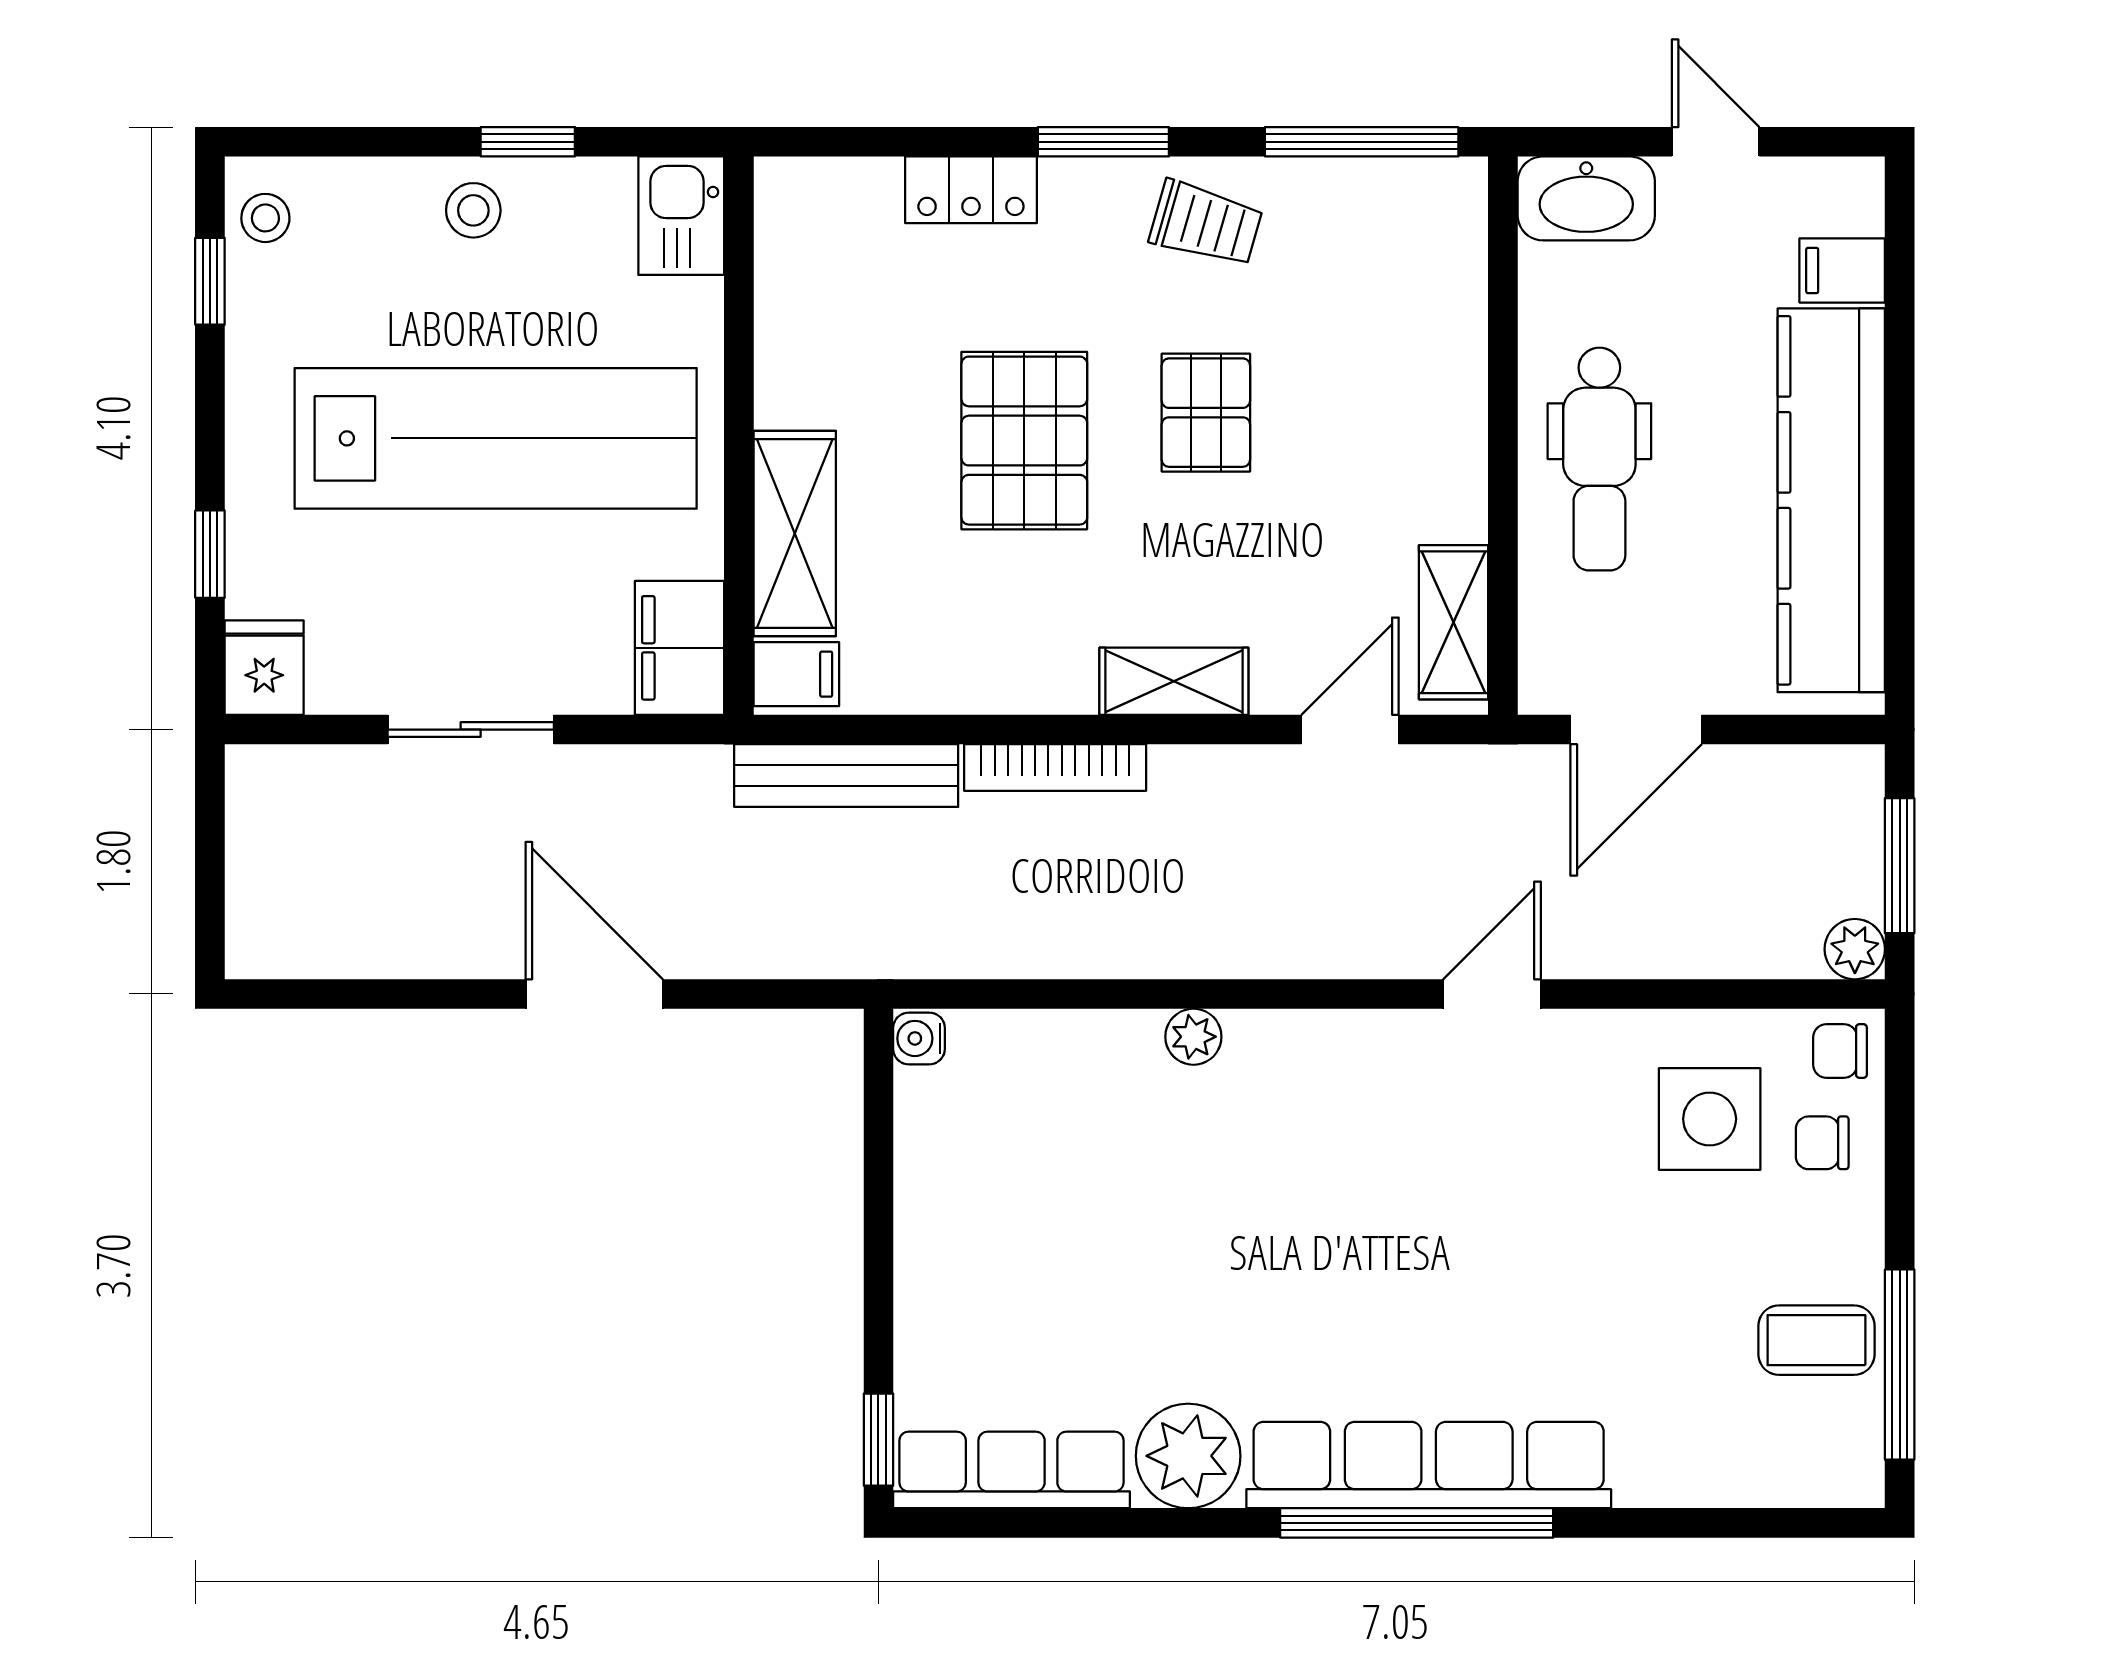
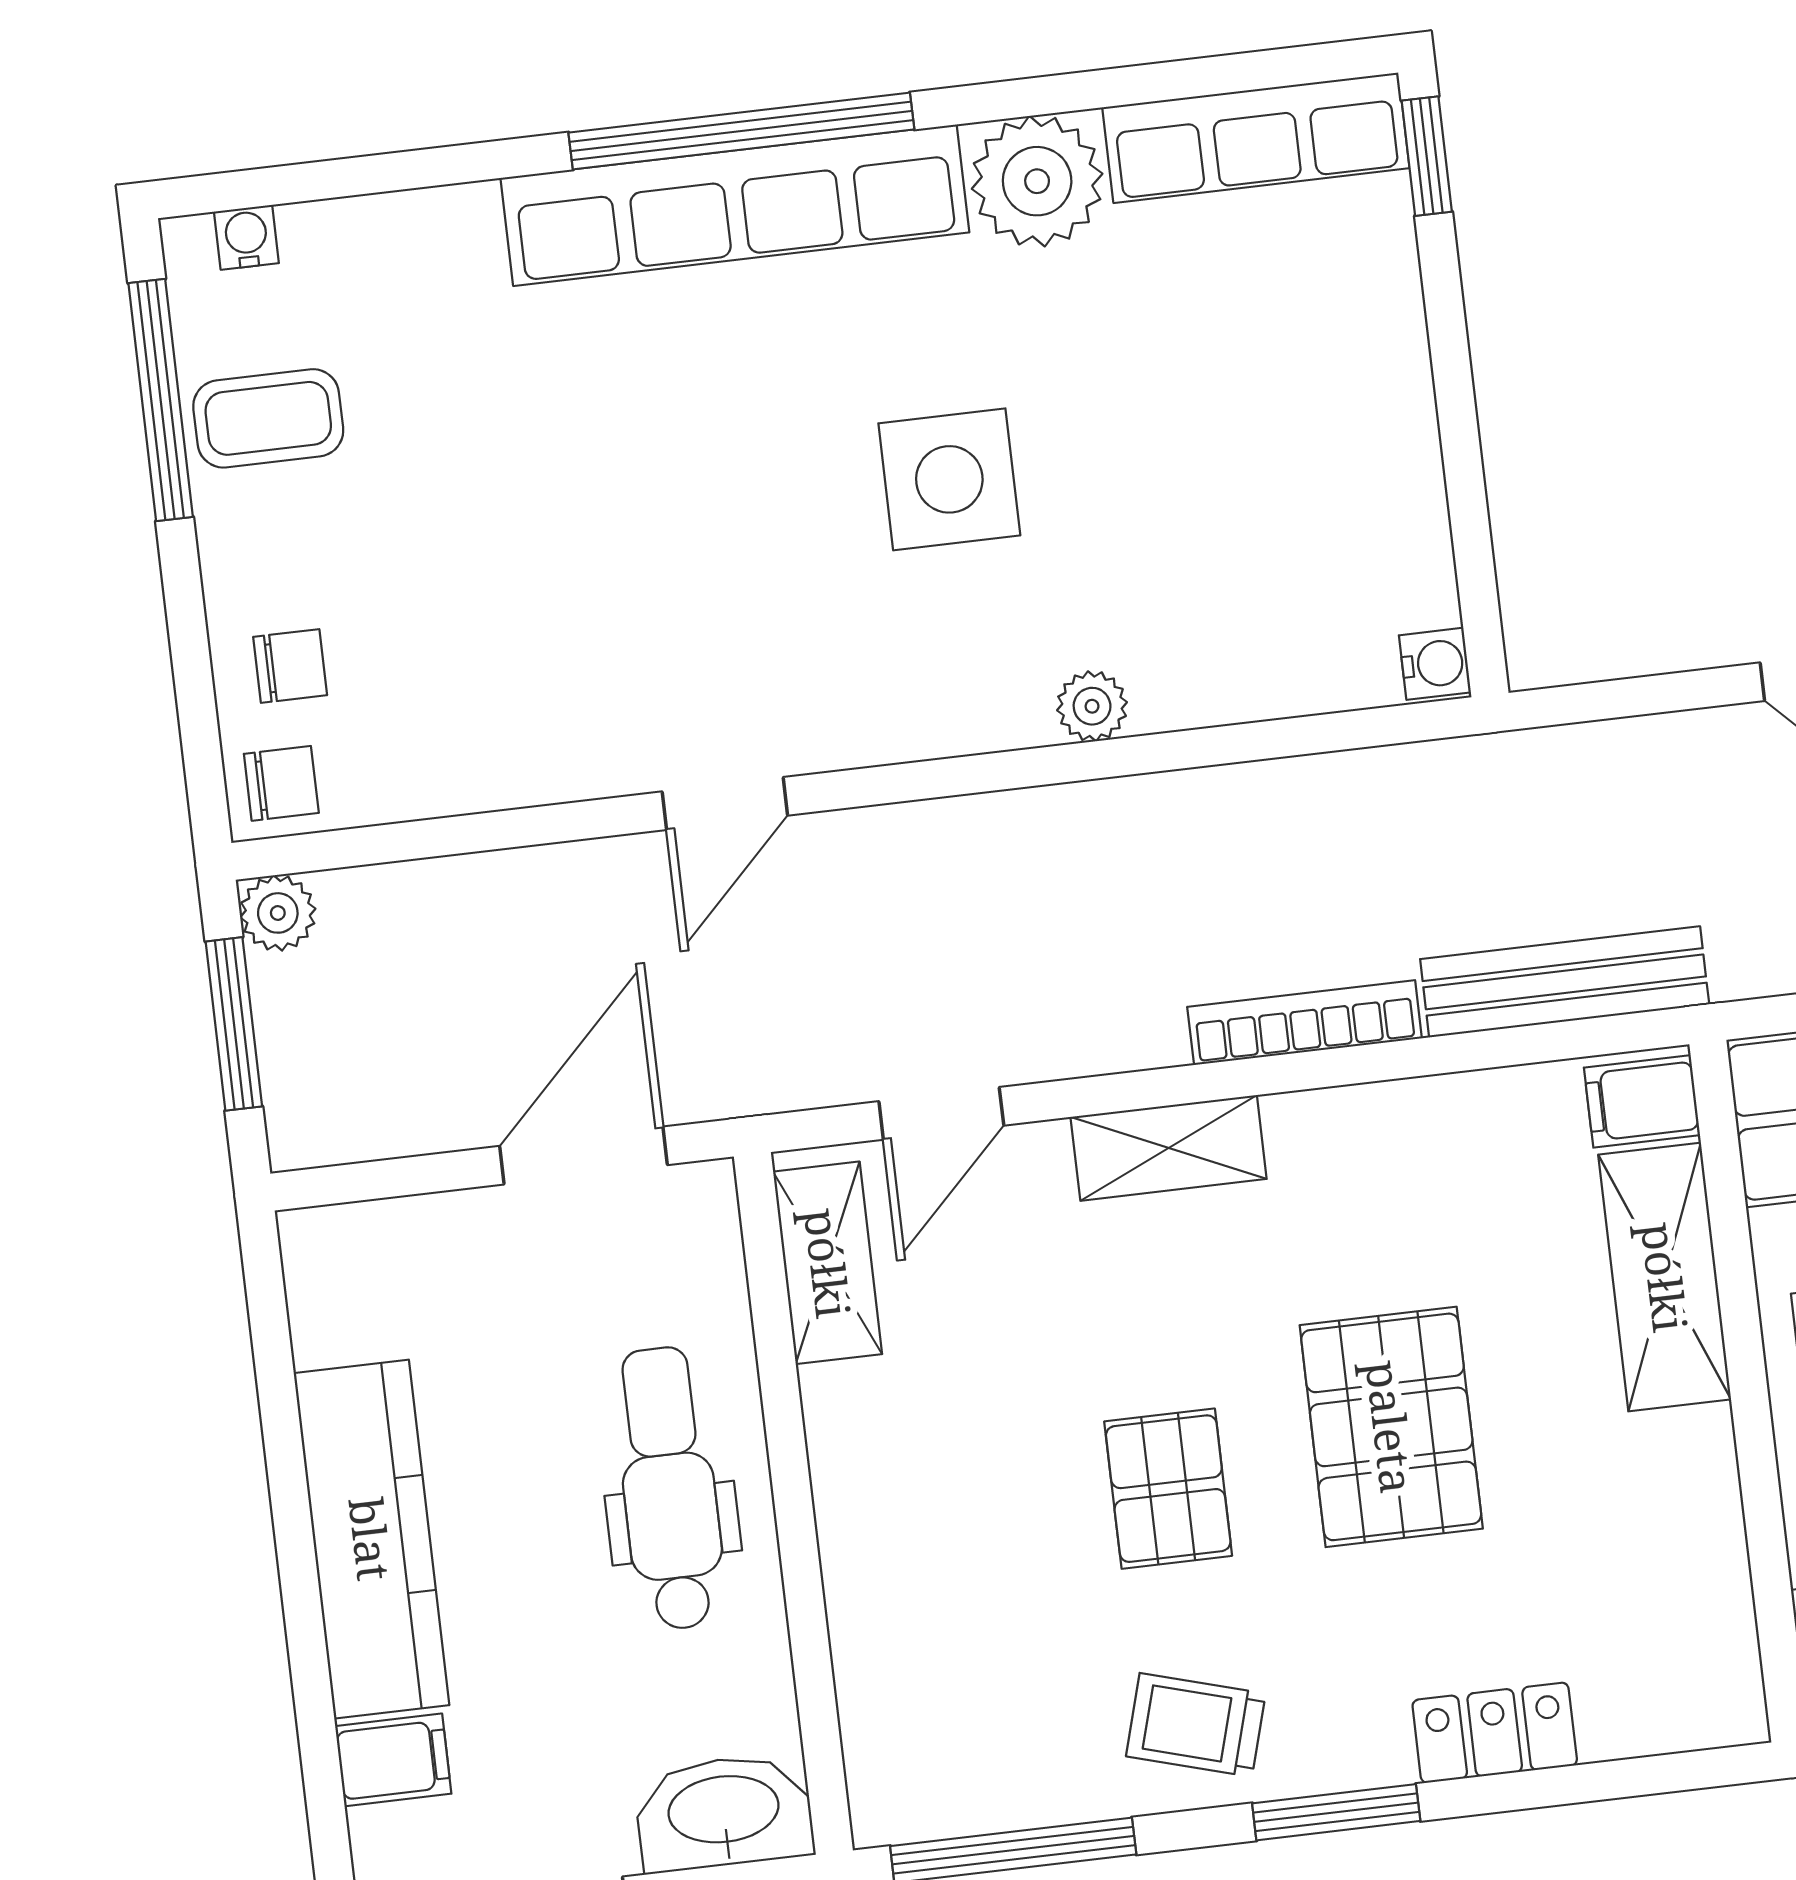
kitchen counter: (1831, 500) -> (371, 1539), width x0.72, depth x0.86
side table: (1710, 1119) -> (949, 479), moved
water cooler: (1817, 1485) -> (246, 237), added

